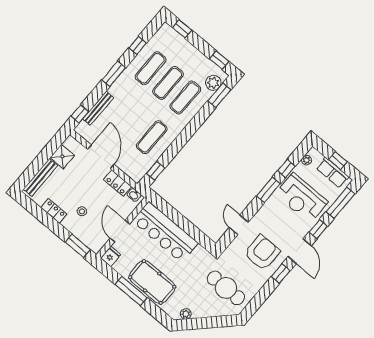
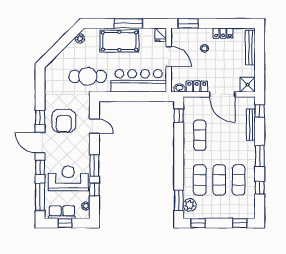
shower: (62, 156) -> (248, 85), moved
cafe table: (226, 288) -> (88, 76), moved

